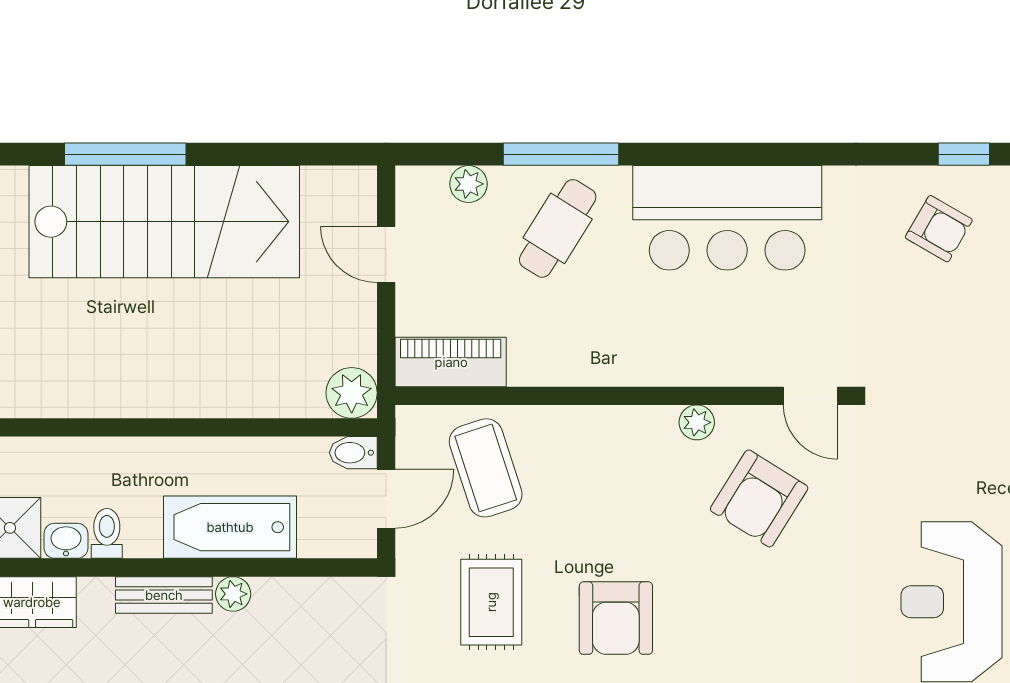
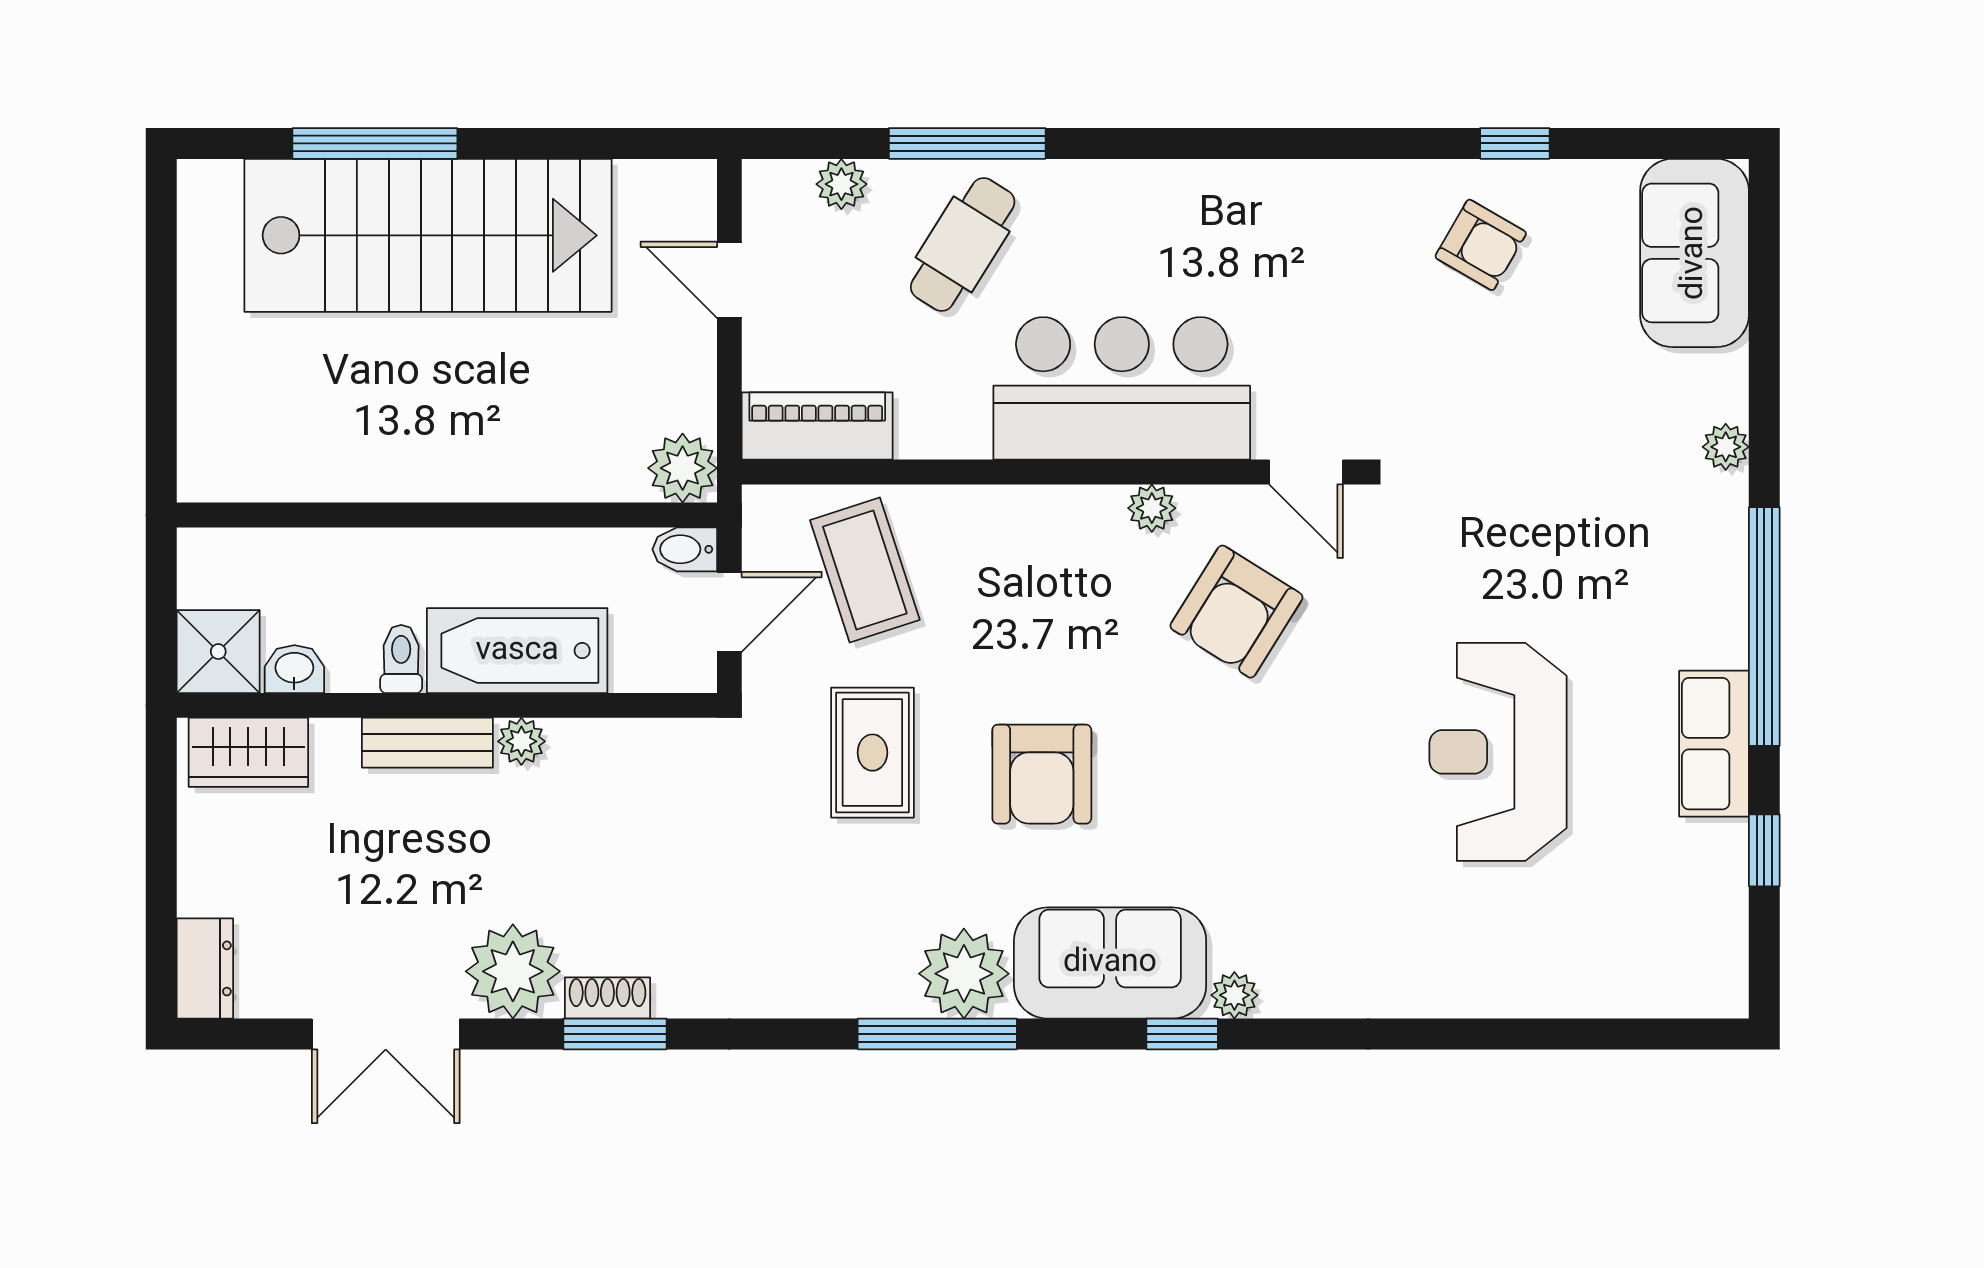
bar counter: (727, 218) -> (1122, 388), moved, turned 180
toilet: (107, 533) -> (401, 659), moved

